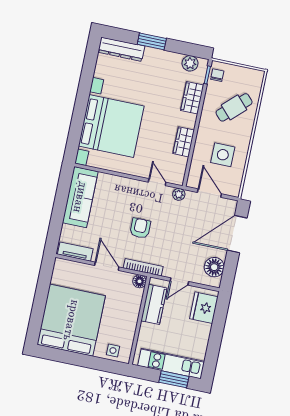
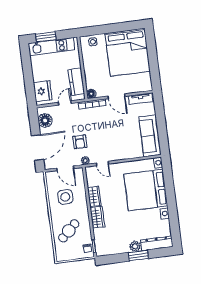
plant: (190, 63) -> (135, 246), moved
wardrobe: (192, 98) -> (97, 217), moved
armchair: (140, 228) -> (80, 142), moved

